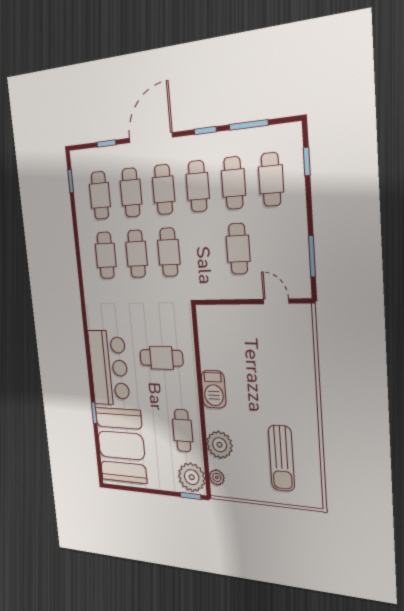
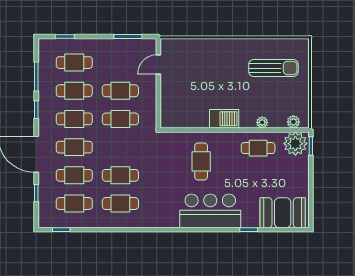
cafe table: (169, 252) -> (120, 119), moved
booth: (121, 445) -> (283, 213), width x0.73, depth x0.70
plant: (220, 445) -> (262, 122), width x0.53, depth x0.53

